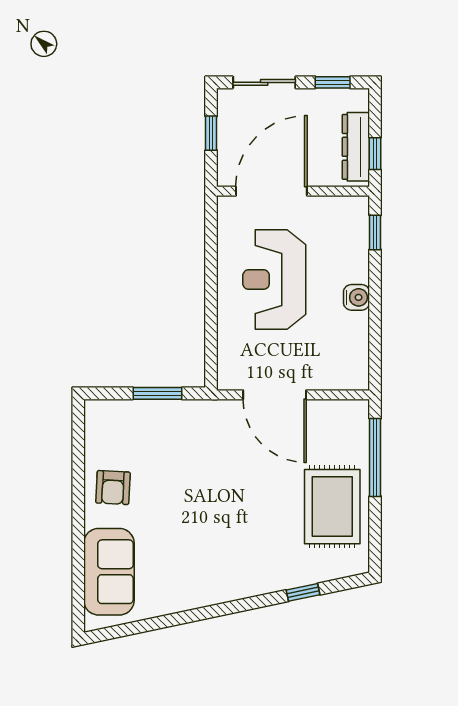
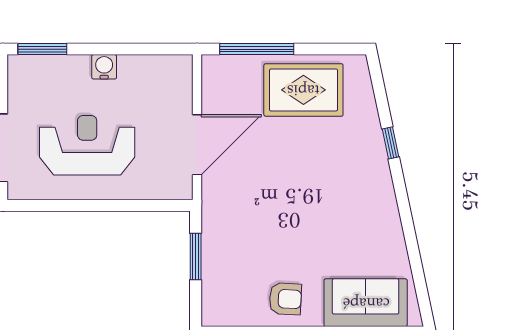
window: (375, 232) -> (42, 49), width x1.50
reception desk: (274, 280) -> (87, 145), turned 180
window: (303, 592) -> (391, 143), moved

